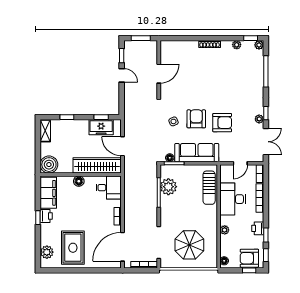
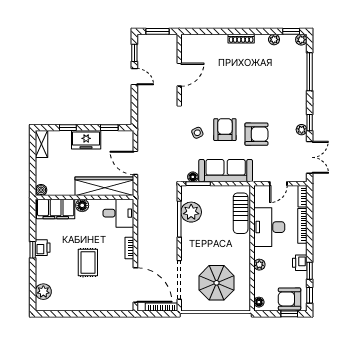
freezer: (101, 127) -> (86, 140), moved
boiler: (49, 165) -> (41, 190), width x0.54, depth x0.54
filing cabinet: (48, 193) -> (56, 209), moved, turned 90
door: (123, 247) -> (135, 285), swing flipped
rug: (73, 248) -> (88, 262), moved, width x0.73, depth x0.70

